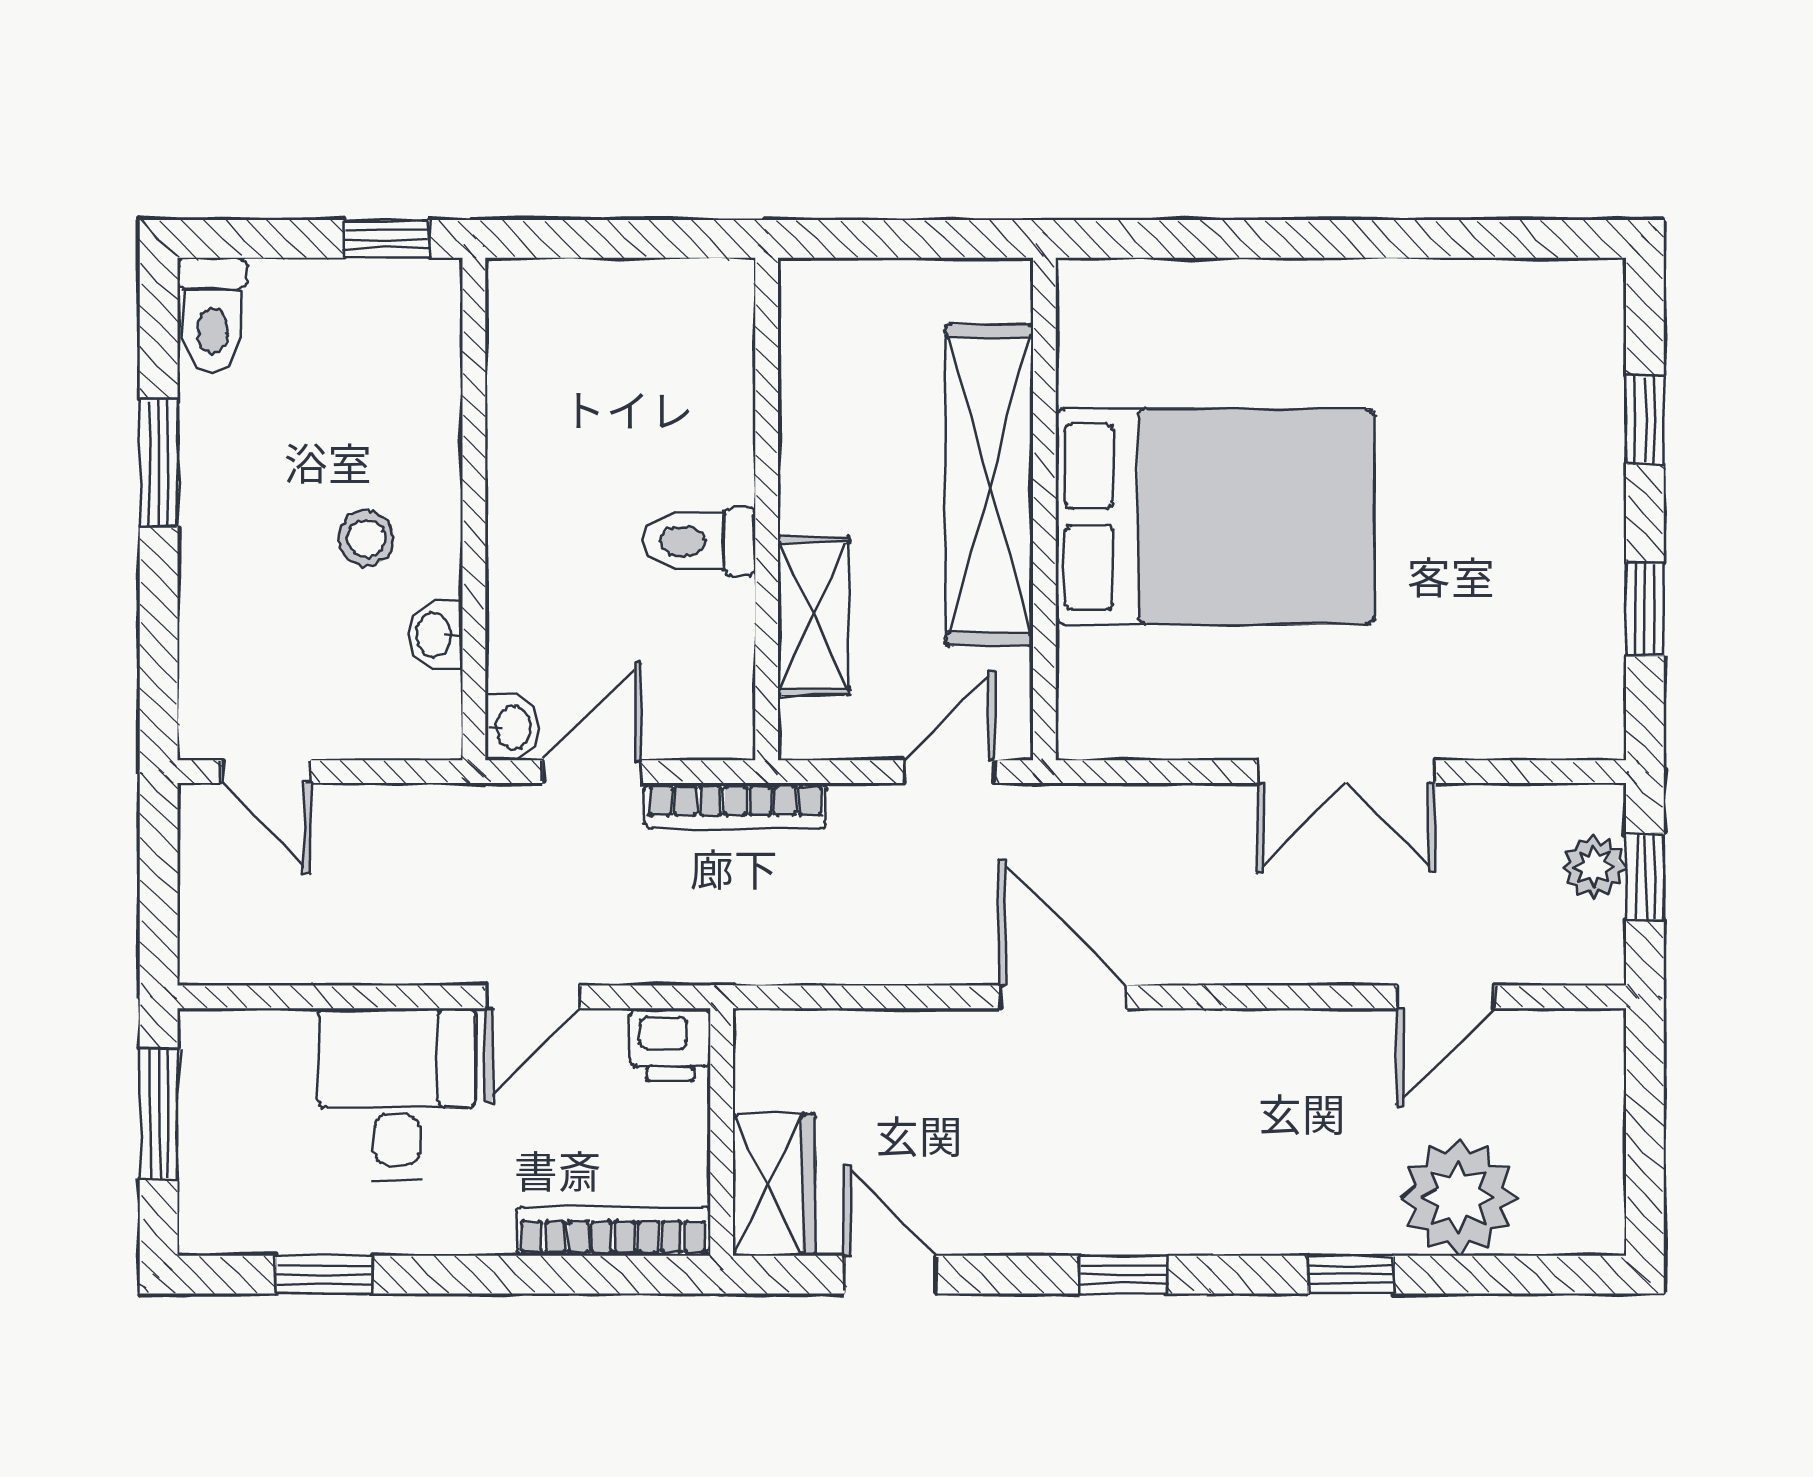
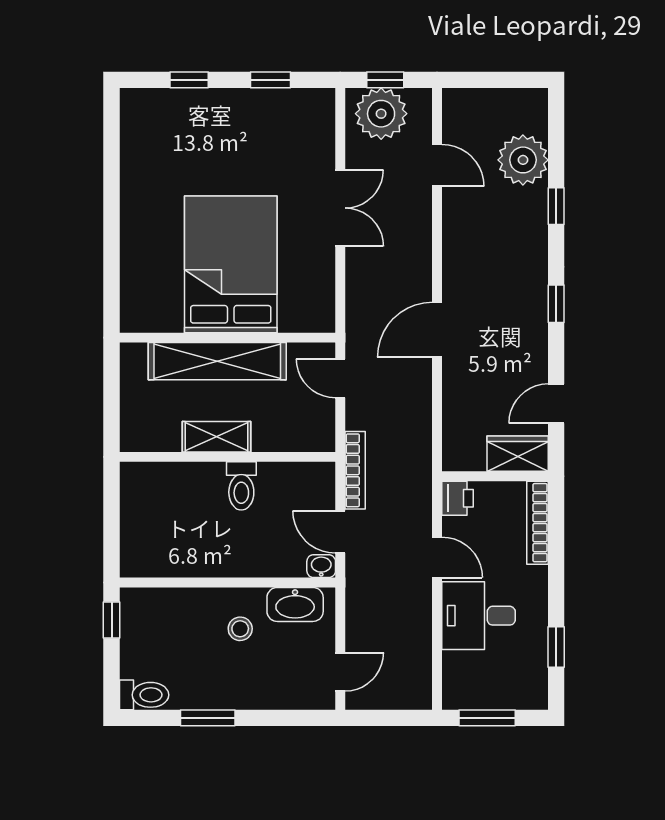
shelving: (814, 616) -> (217, 437), moved
washbasin: (435, 635) -> (295, 604), width x1.91, depth x1.45
plant: (1594, 867) -> (381, 114), width x1.88, depth x1.88

